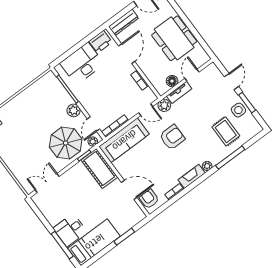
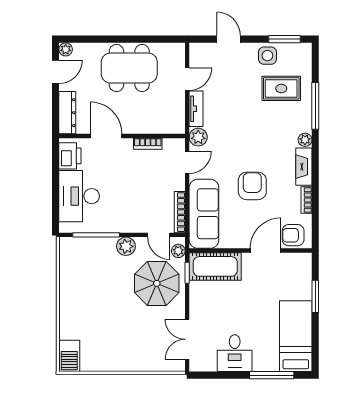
door: (192, 75) -> (187, 79), swing flipped
floor lamp: (172, 81) -> (177, 107), removed
window: (247, 103) -> (284, 39), moved
armchair: (172, 137) -> (252, 186), moved
desk: (70, 230) -> (235, 353), moved

